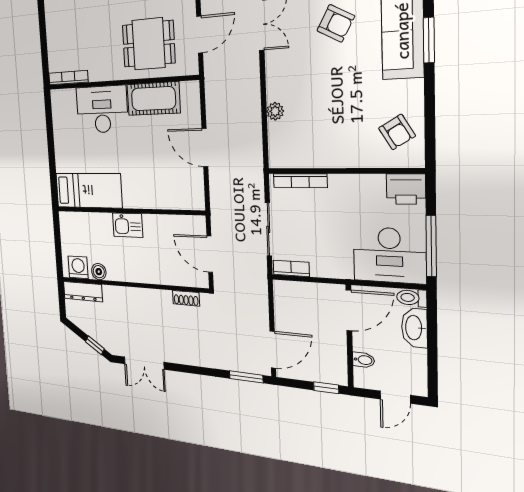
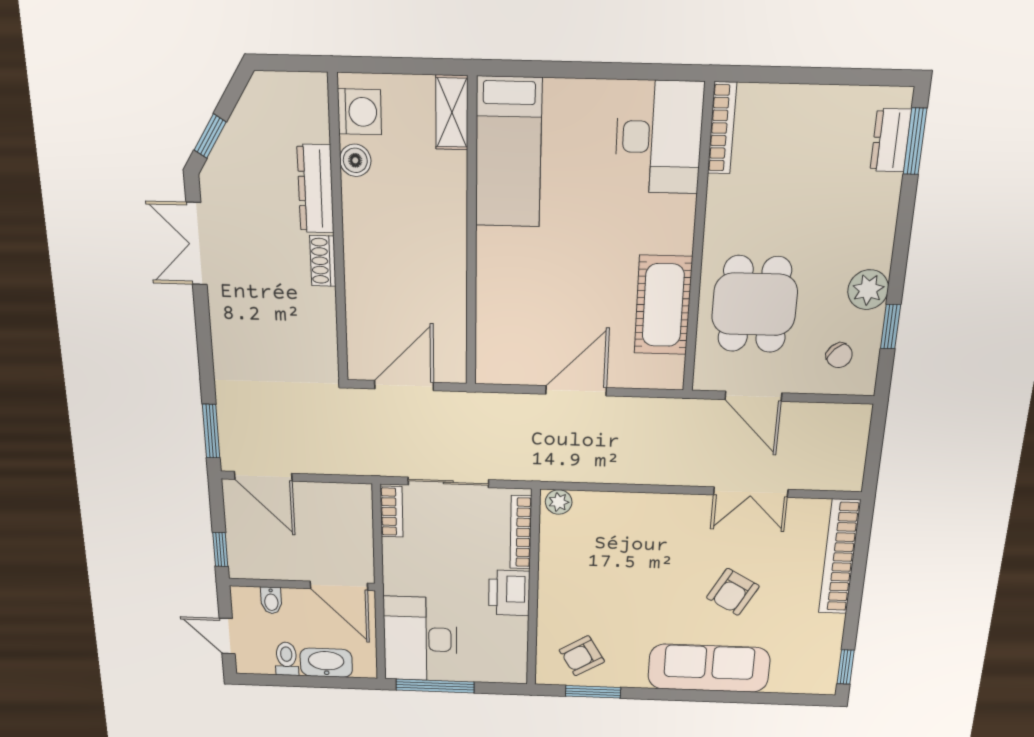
window: (429, 40) -> (593, 692), moved
desk: (102, 109) -> (659, 137), moved
plant: (275, 111) -> (559, 502), moved
printer: (406, 189) -> (509, 593), moved
shelving: (74, 220) -> (452, 113), added
kitchen sink: (128, 225) -> (446, 233), removed
dresser: (83, 292) -> (316, 189), moved
shoe rack: (186, 298) -> (323, 261), moved
toilet: (412, 298) -> (287, 659), moved

